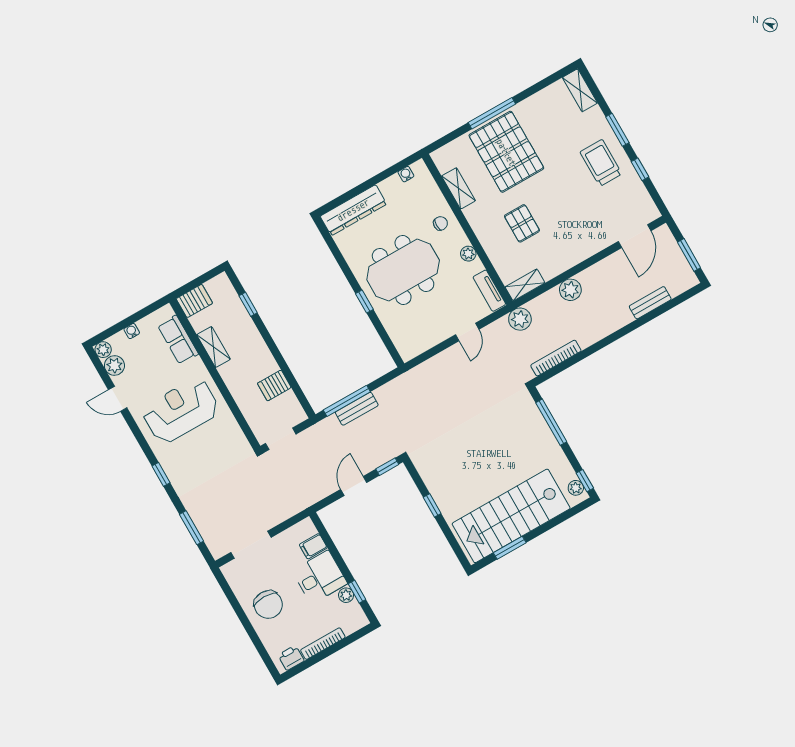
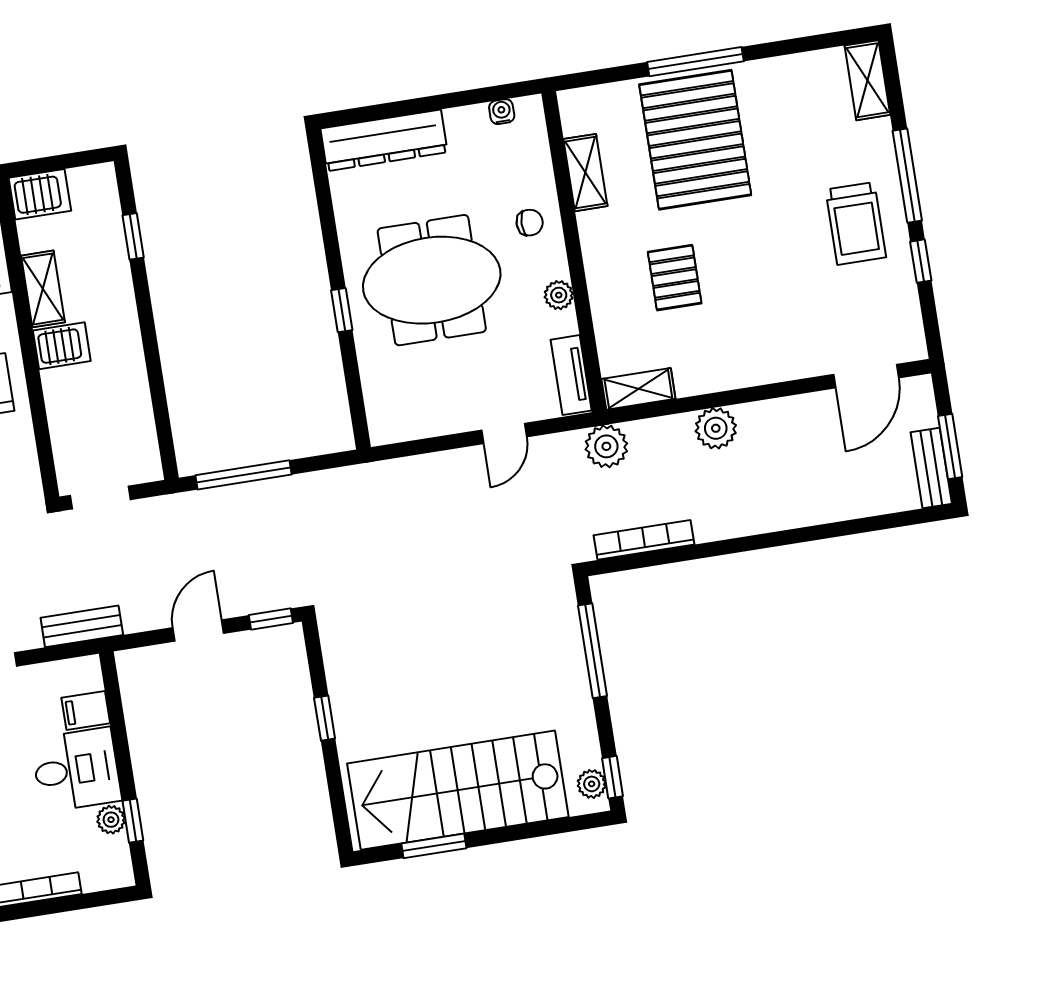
window: (617, 130) -> (907, 176), width x1.44
trolley: (601, 163) -> (856, 223), turned 180
bench: (650, 303) -> (931, 468), moved, turned 90
server rack: (274, 385) -> (62, 346), moved, turned 180
bench: (357, 409) -> (82, 626), moved

